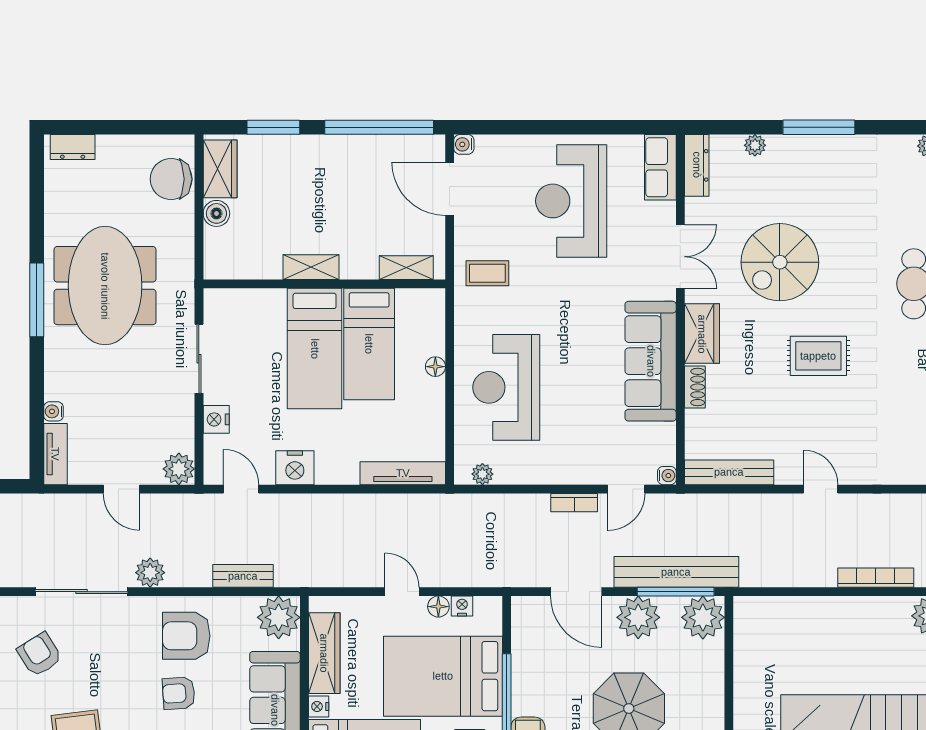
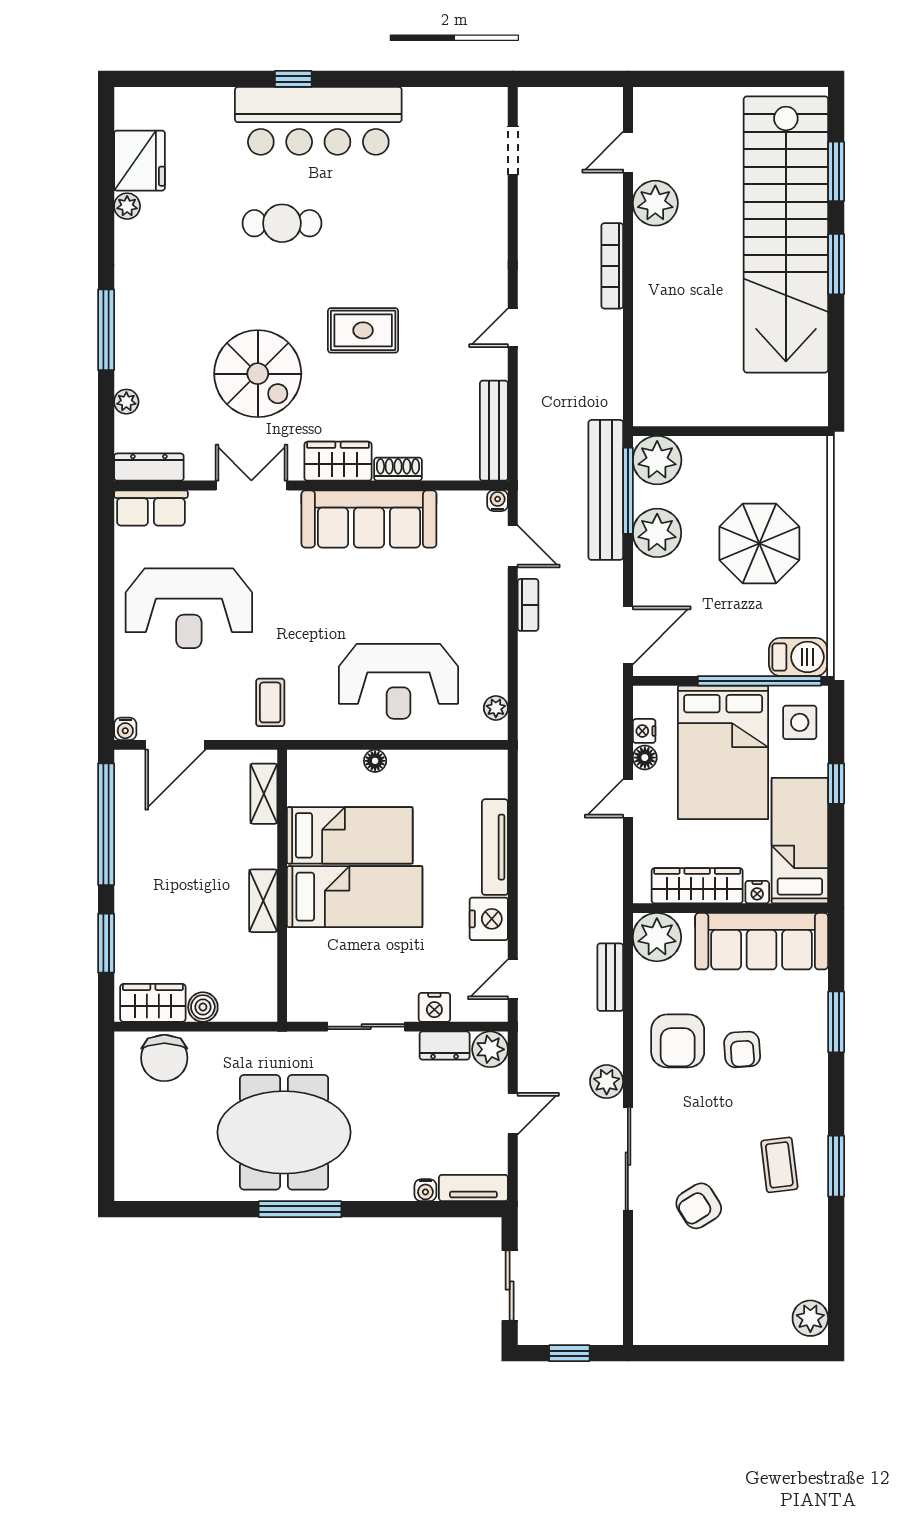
dresser: (73, 147) -> (445, 1046), moved, turned 90
rug: (818, 356) -> (363, 330), turned 90
tv unit: (403, 473) -> (495, 847), moved
door: (576, 592) -> (628, 635), moved

